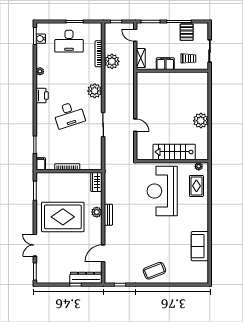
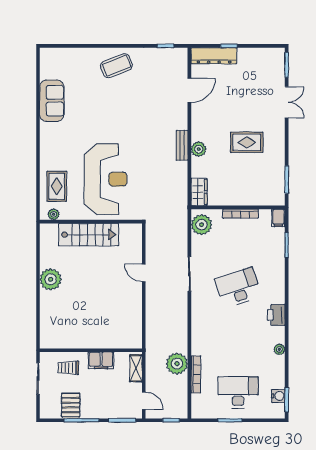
plant: (95, 91) -> (202, 225), moved
rug: (63, 217) -> (247, 142), width x0.54, depth x0.49

